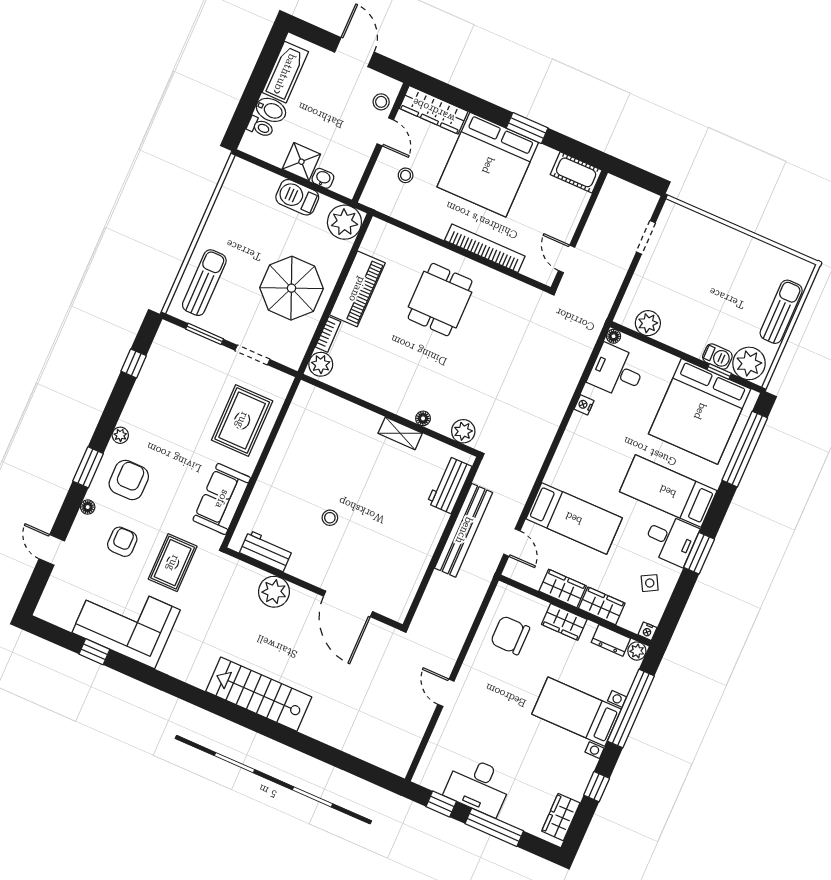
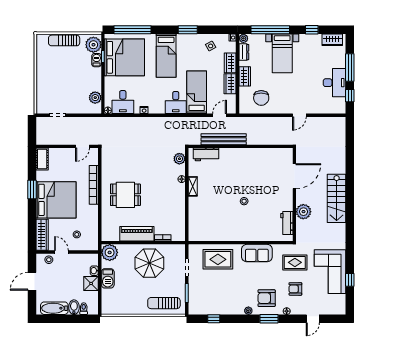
door: (385, 132) -> (61, 252), hinge flipped
plant: (321, 364) -> (178, 235), removed
desk: (671, 539) -> (176, 103), moved, turned 180
workbench: (266, 551) -> (287, 223), moved
wall: (314, 589) -> (294, 194), moved
plant: (274, 592) -> (303, 212), moved
door: (348, 604) -> (294, 176), moved

